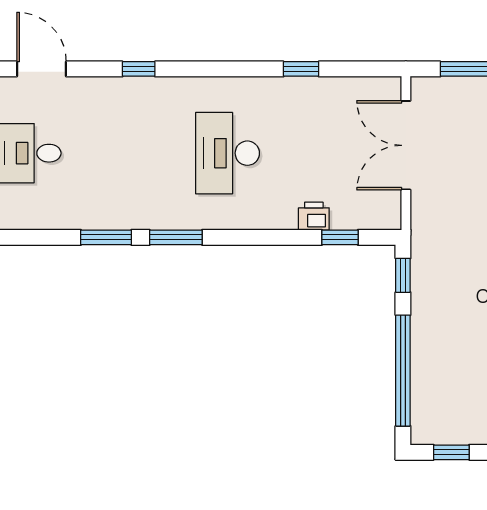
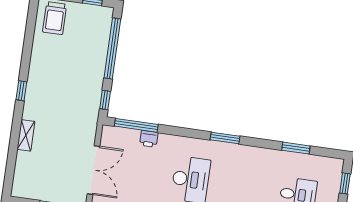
window: (106, 237) -> (296, 148), moved
window: (340, 237) -> (136, 125), width x2.17

